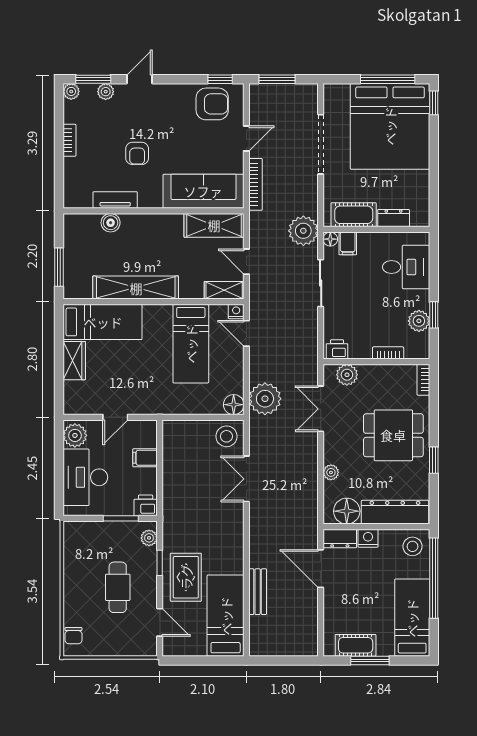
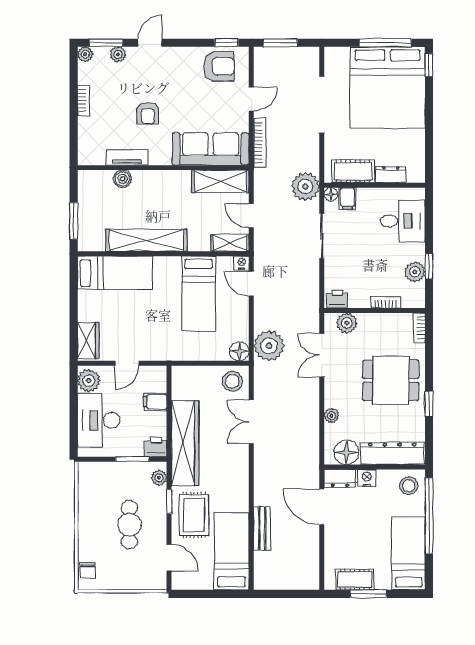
wardrobe: (74, 361) -> (88, 340), moved
wardrobe: (177, 502) -> (185, 443), added

